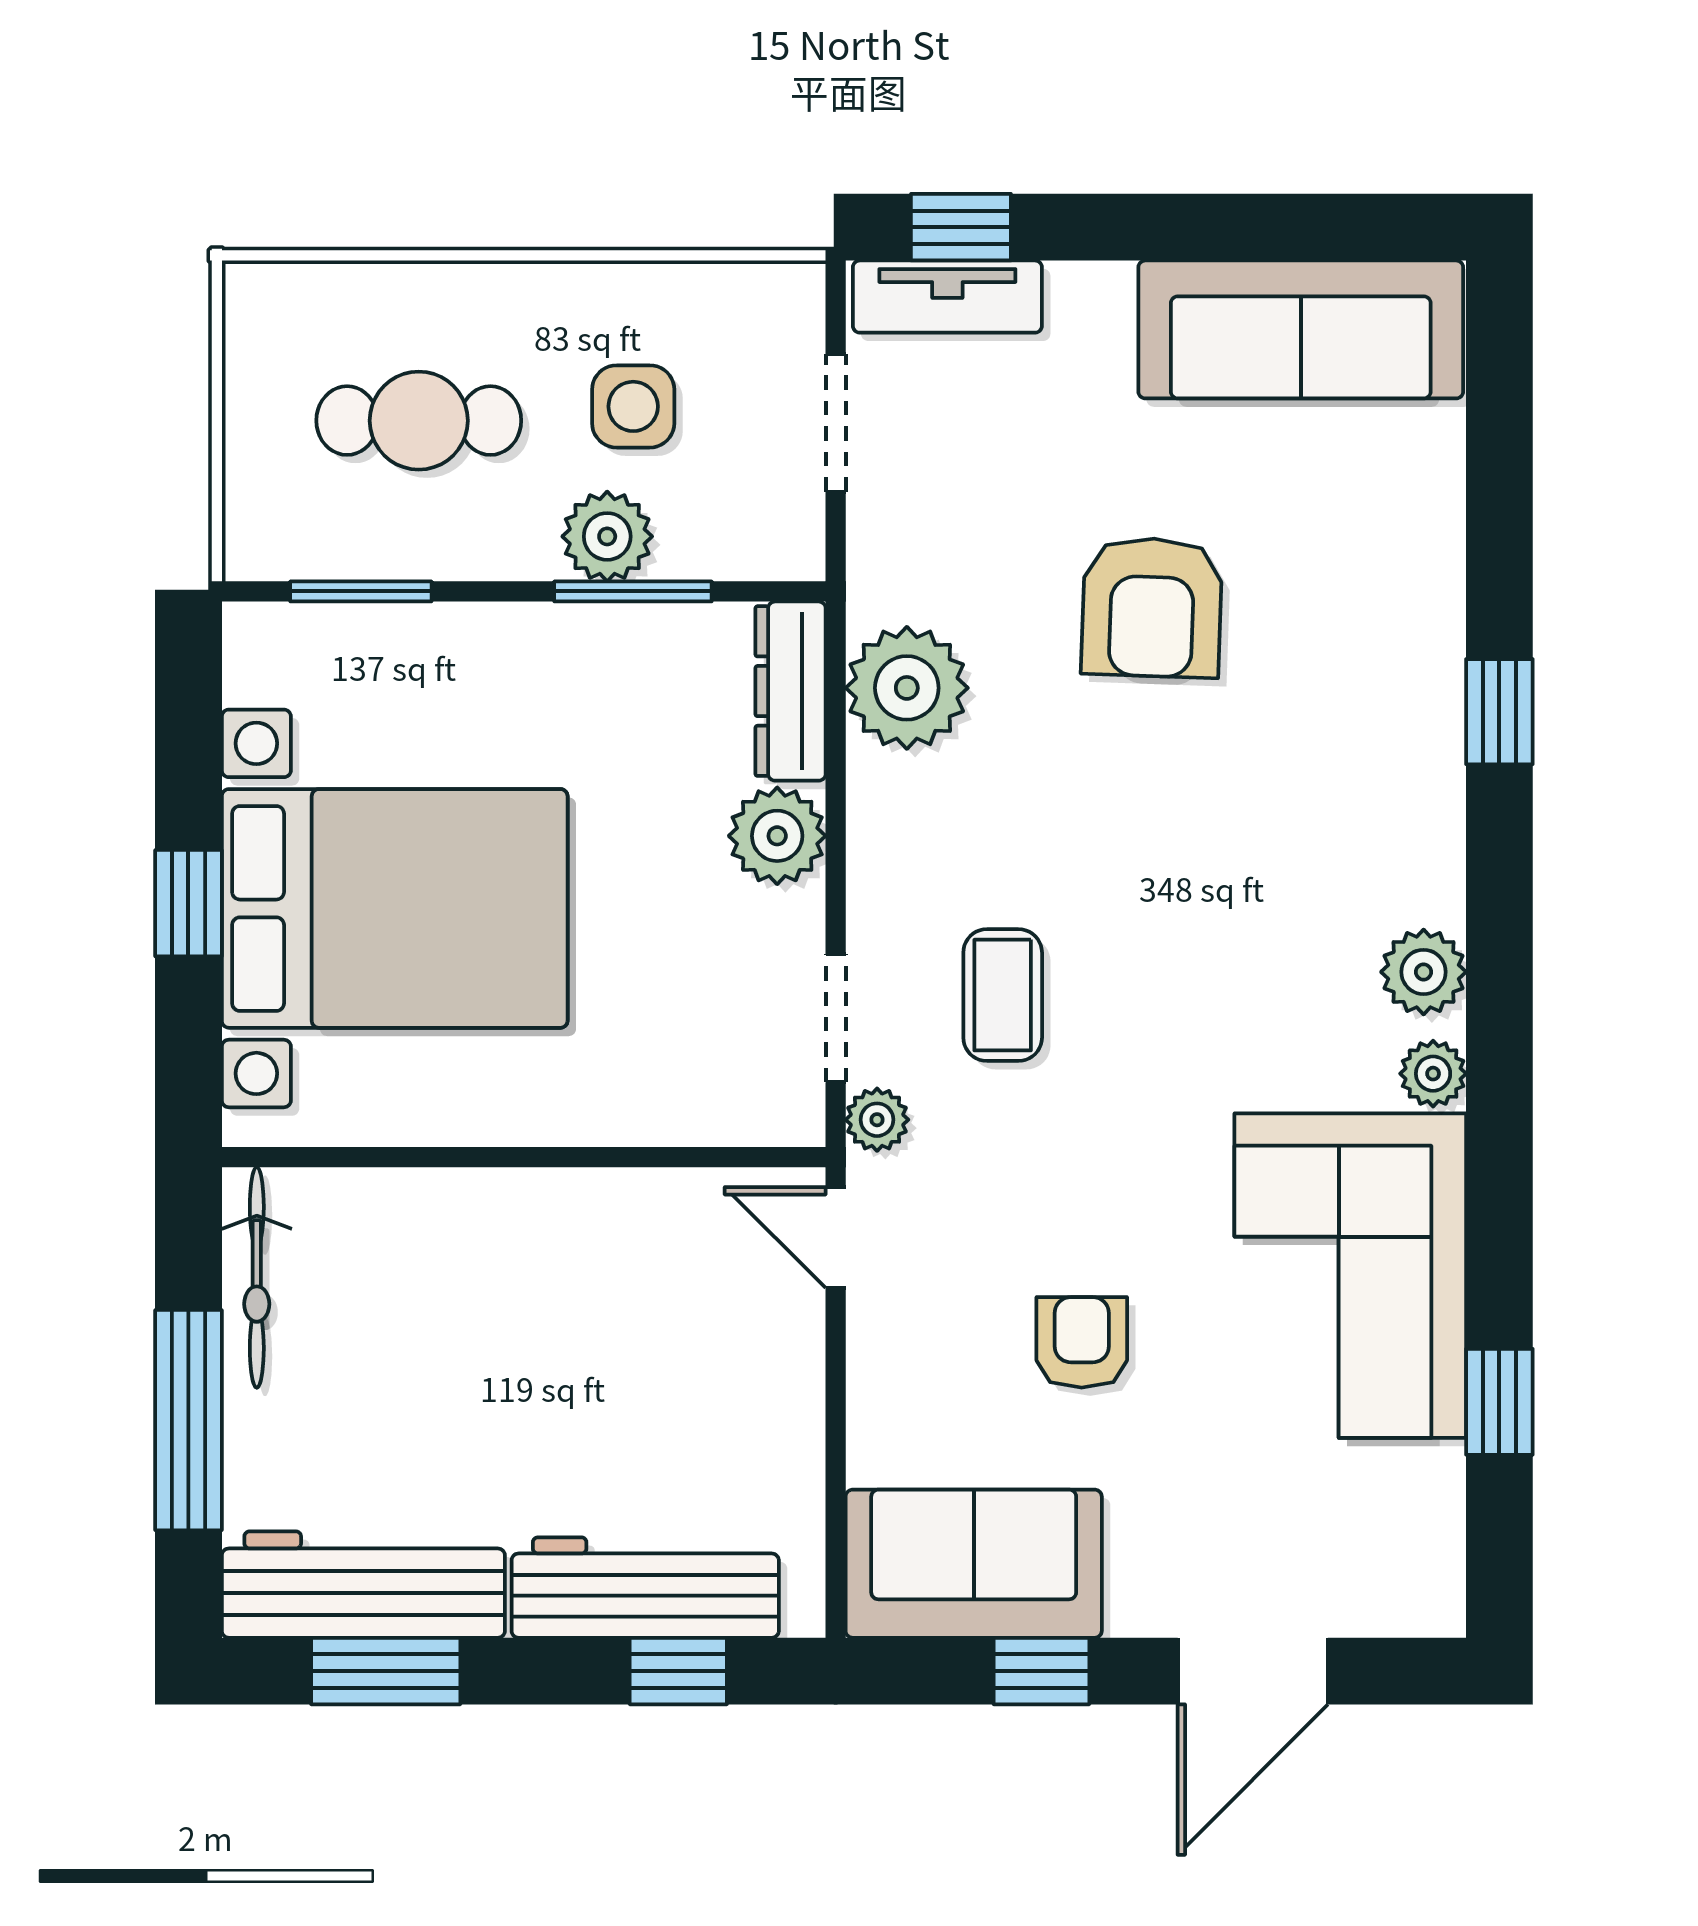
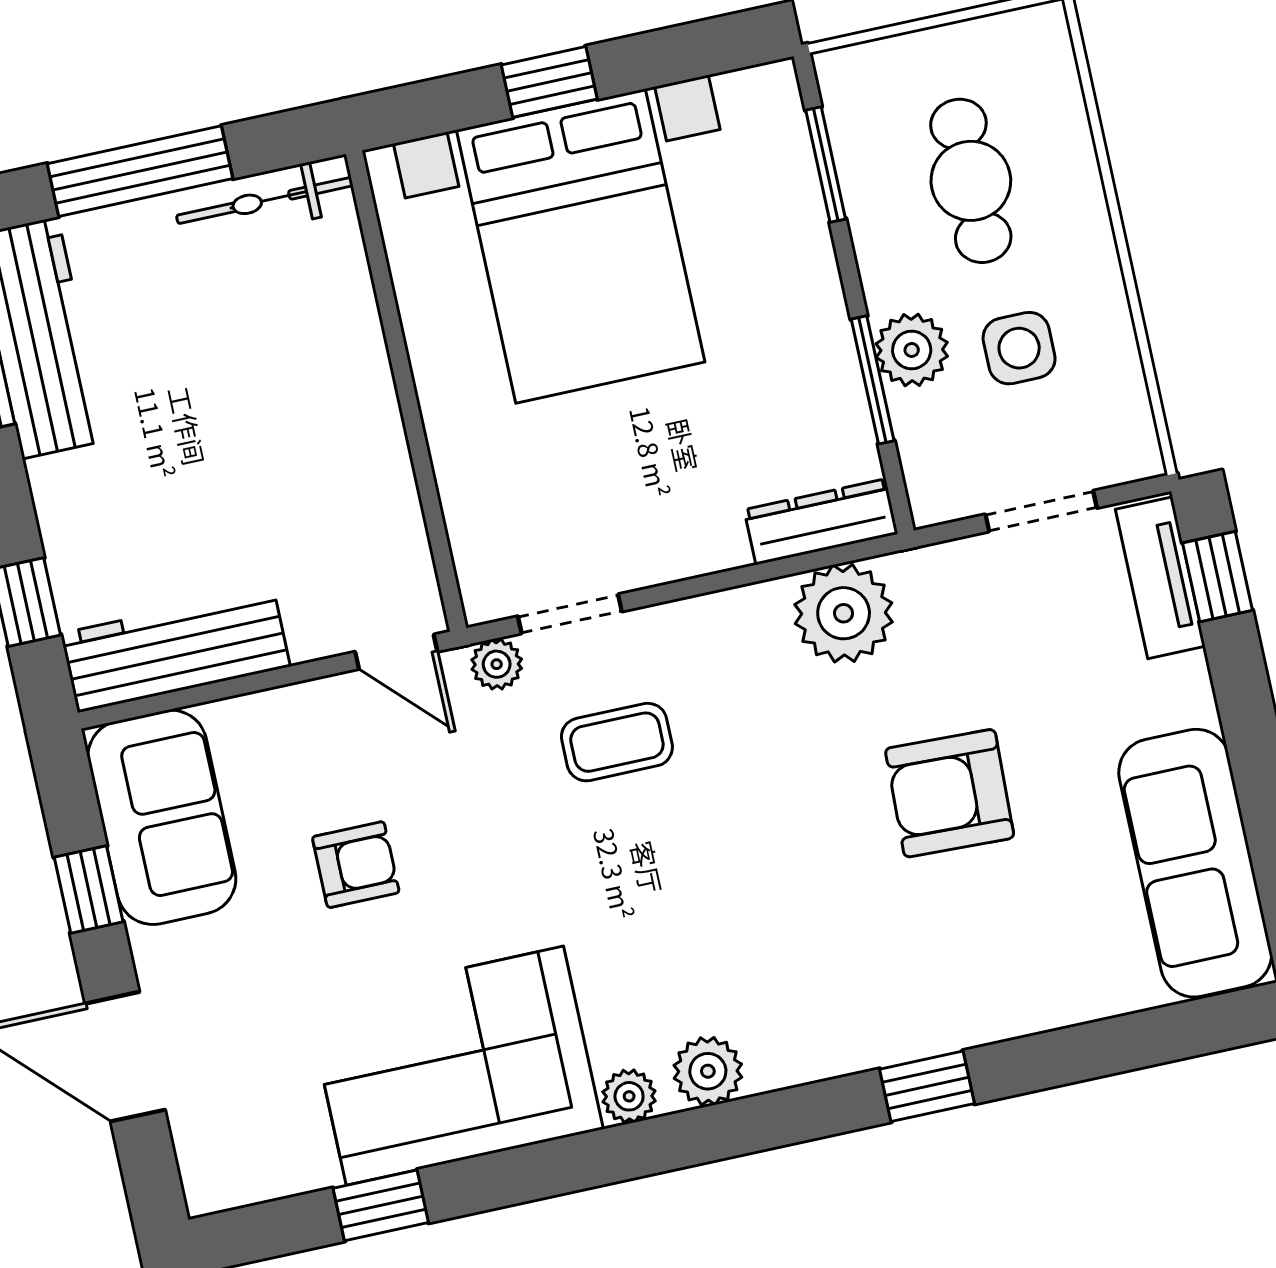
plant: (777, 836) -> (704, 536), removed
door: (836, 1238) -> (396, 652), swing flipped
workbench: (645, 1588) -> (176, 650), moved, turned -90

